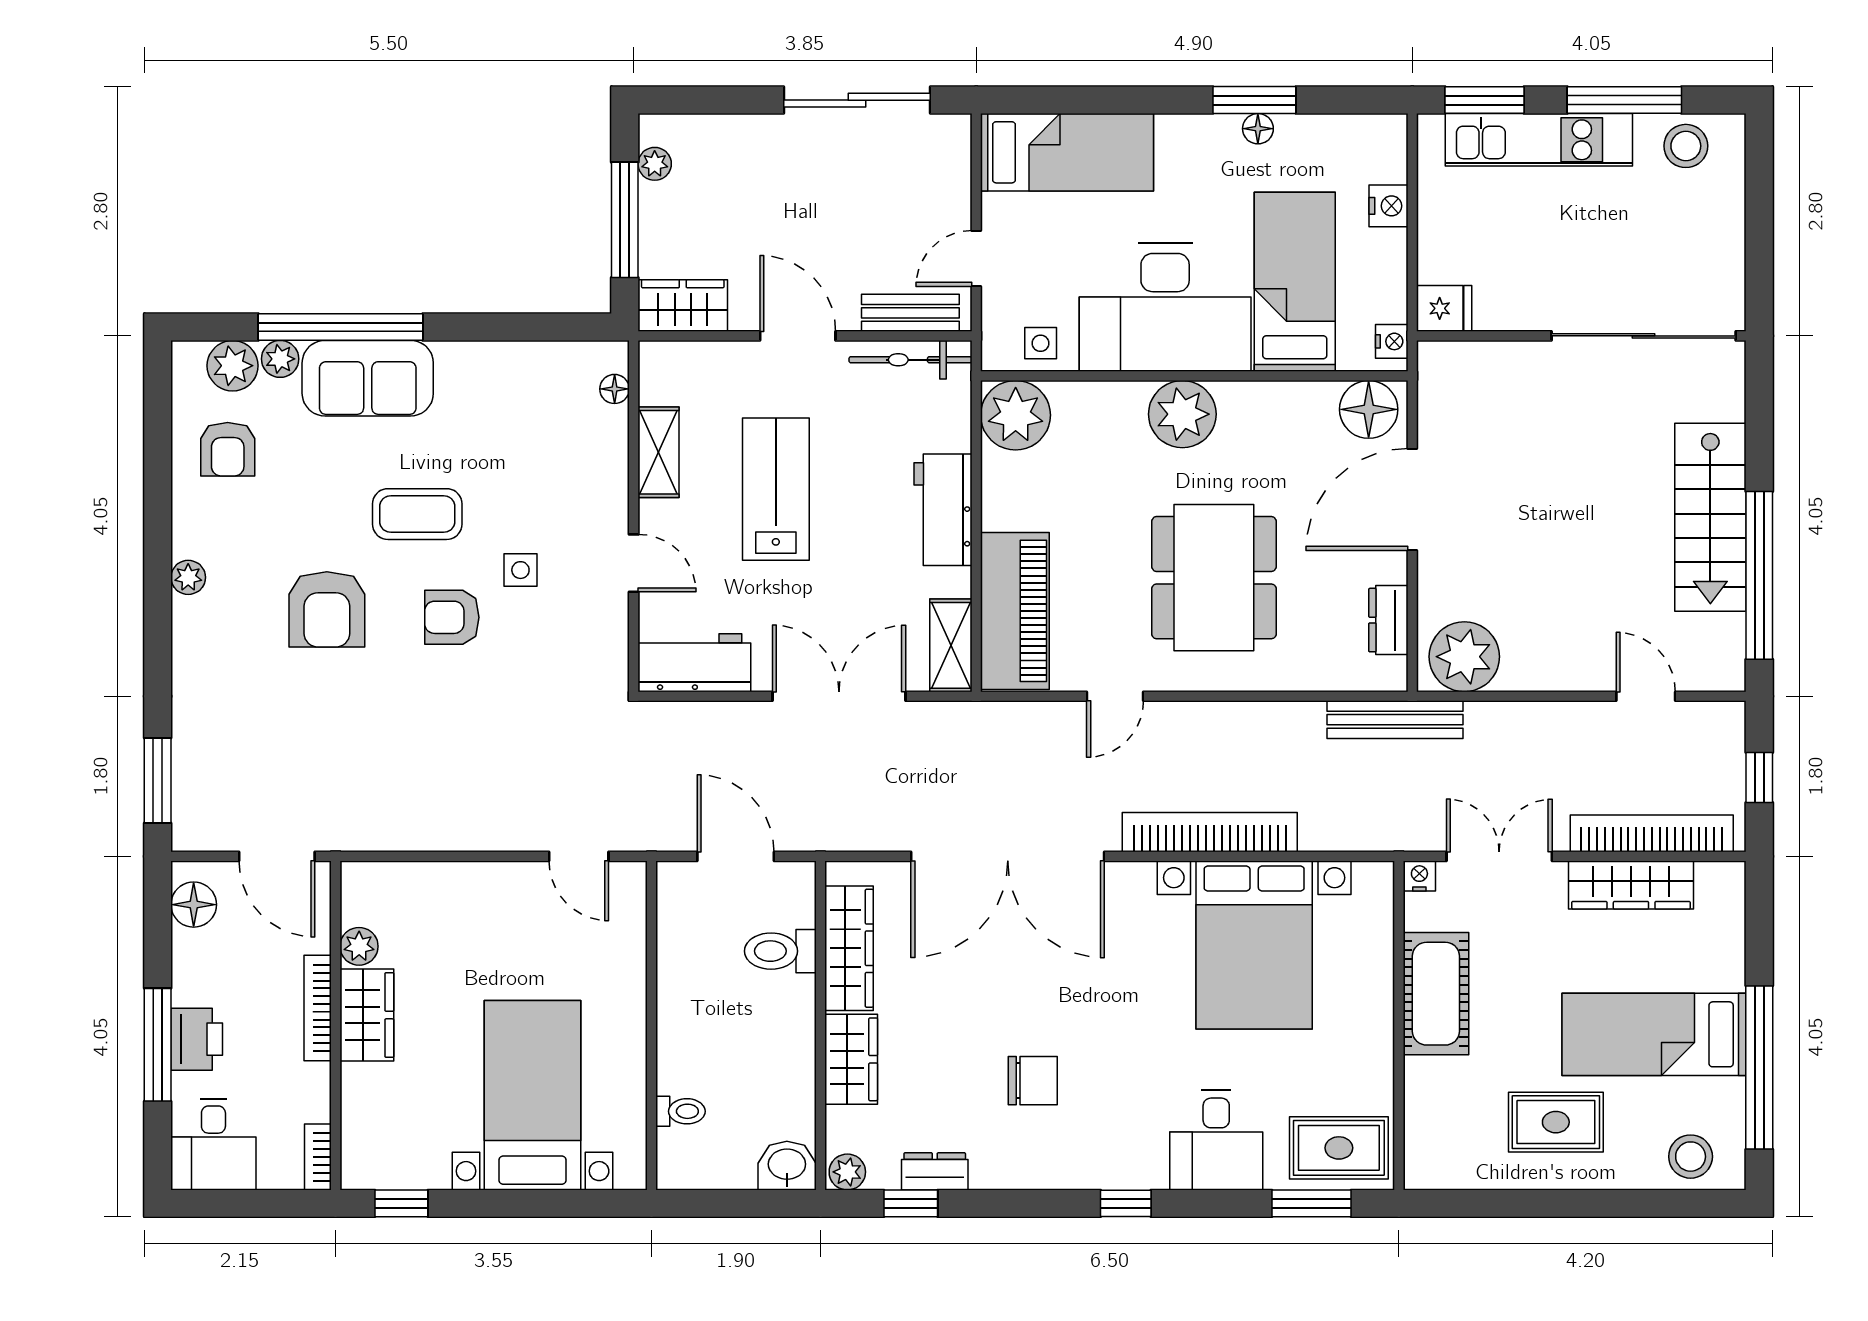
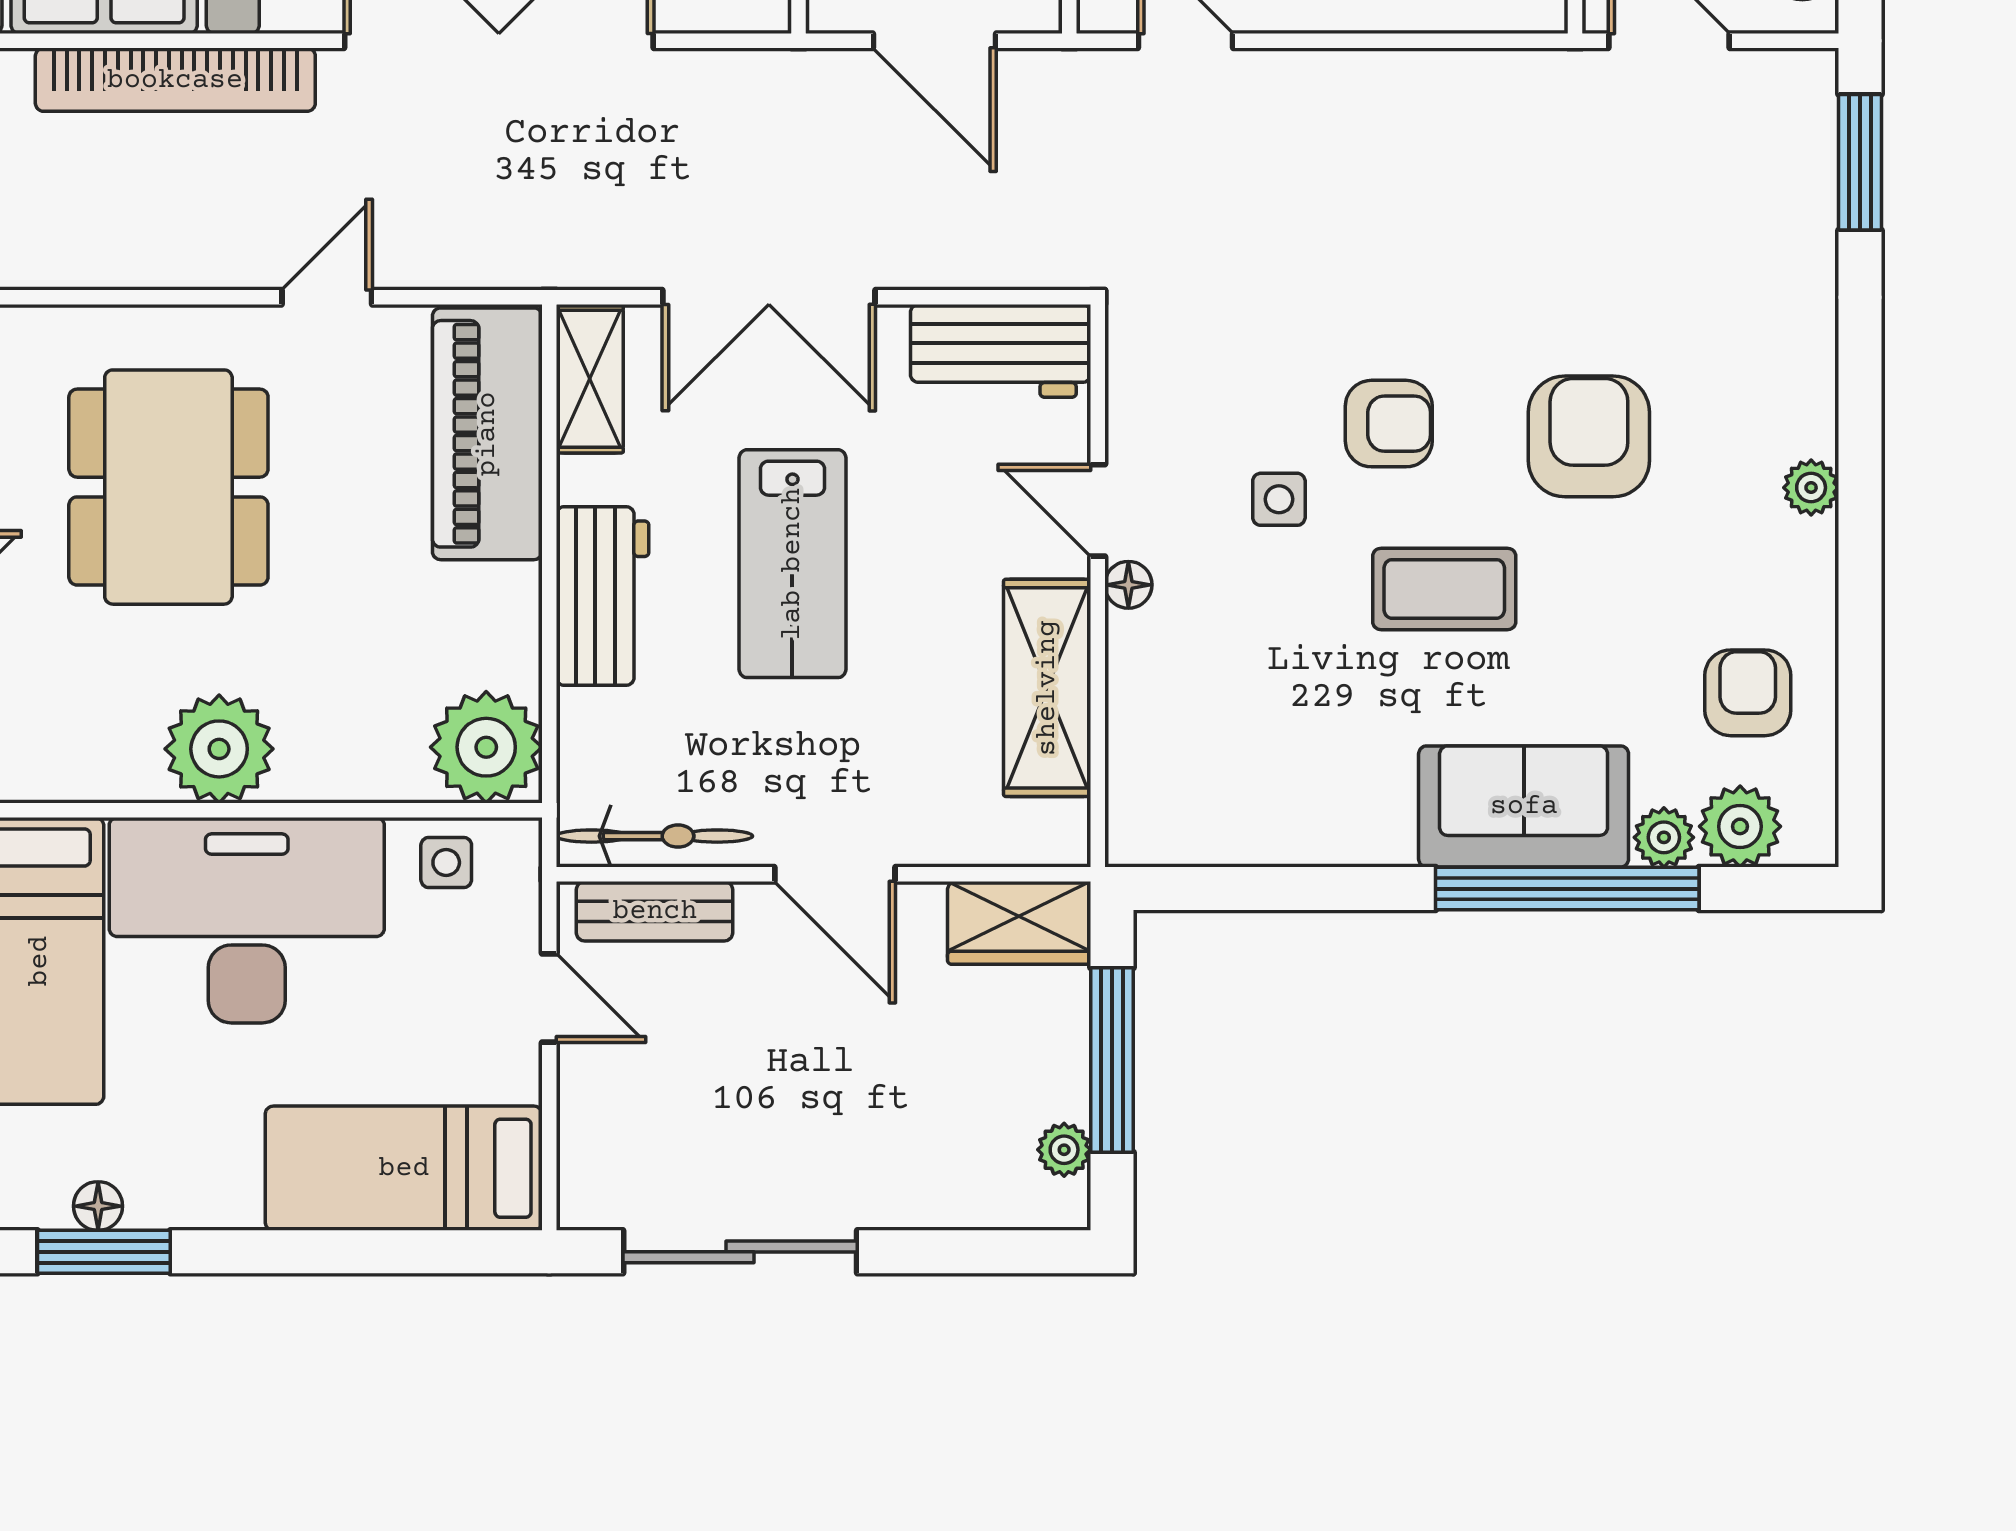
door: (976, 259) -> (549, 998), hinge flipped
floor lamp: (615, 389) -> (1128, 585), moved
shelving: (658, 452) -> (1047, 688), width x1.50, depth x1.33
lab bench: (776, 489) -> (792, 564), moved

